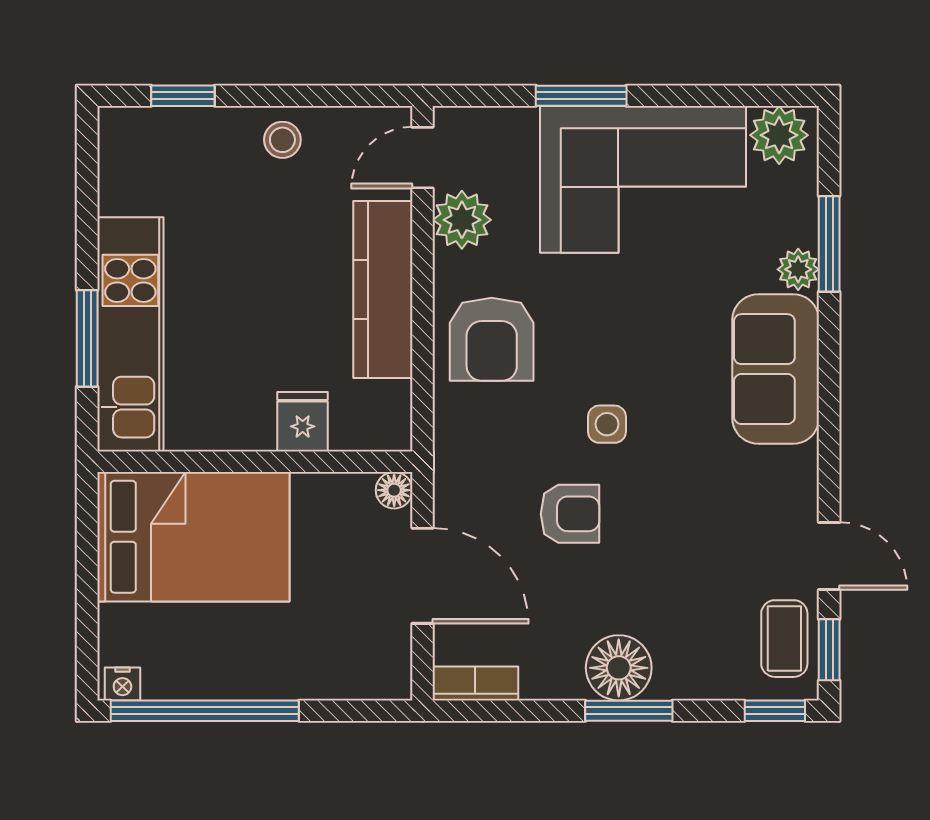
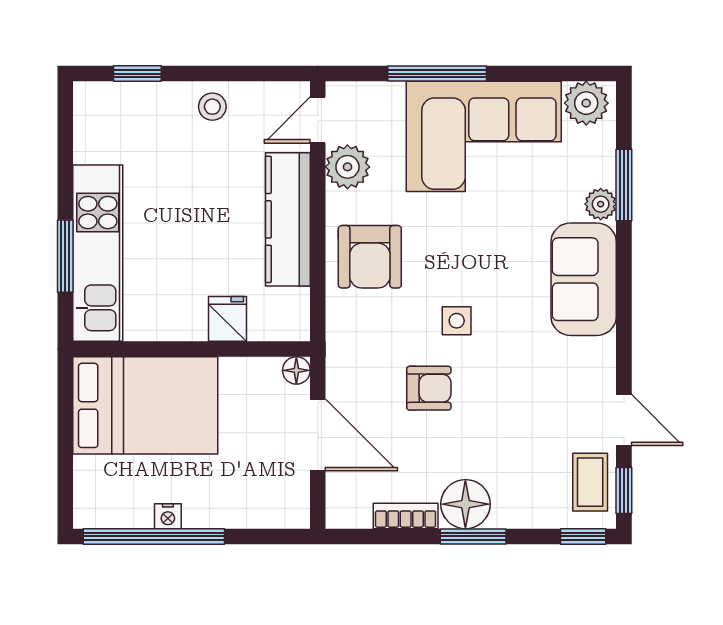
window: (581, 96) -> (437, 74), width x1.44
bookcase: (475, 683) -> (406, 516), moved
nightstand: (122, 684) -> (168, 516), moved

